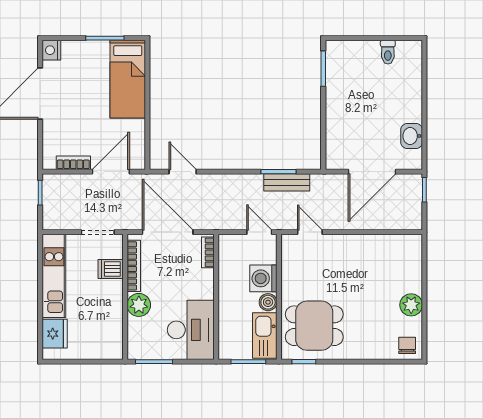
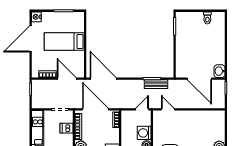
bed: (128, 79) -> (64, 41), moved, turned 90
washbasin: (412, 136) -> (219, 71), moved
door: (111, 172) -> (67, 79), hinge flipped
door: (183, 172) -> (103, 79), width x1.87
door: (372, 172) -> (199, 79), hinge flipped
door: (259, 232) -> (142, 109), hinge flipped

